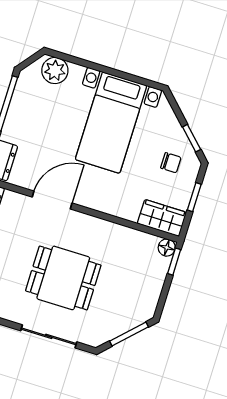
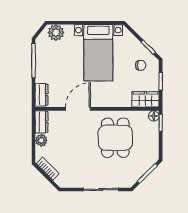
dining table: (63, 278) -> (115, 138), moved, turned 90

